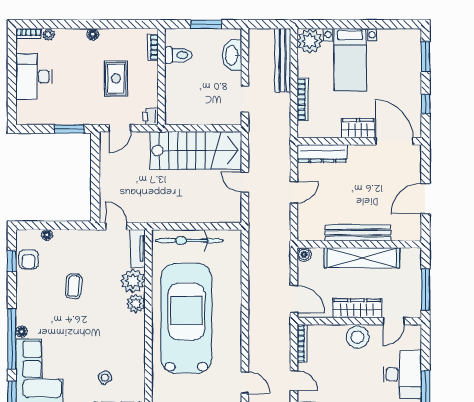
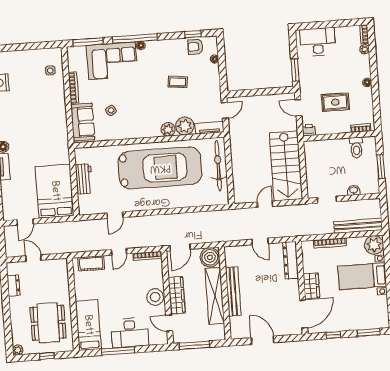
washbasin: (232, 55) -> (354, 190), width x0.52, depth x0.69
desk: (34, 76) -> (318, 42), moved
boiler: (304, 254) -> (210, 257), width x1.86, depth x1.86

